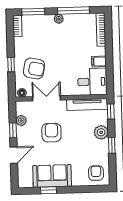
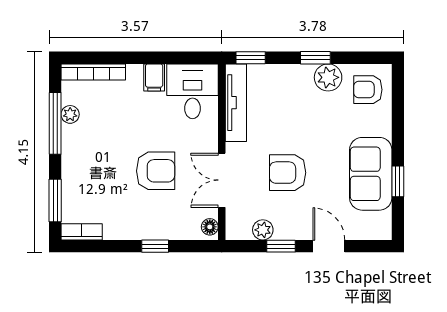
plant: (59, 19) -> (70, 114), moved
armchair: (34, 68) -> (156, 171), moved, turned 78
plant: (101, 132) -> (328, 77), moved

